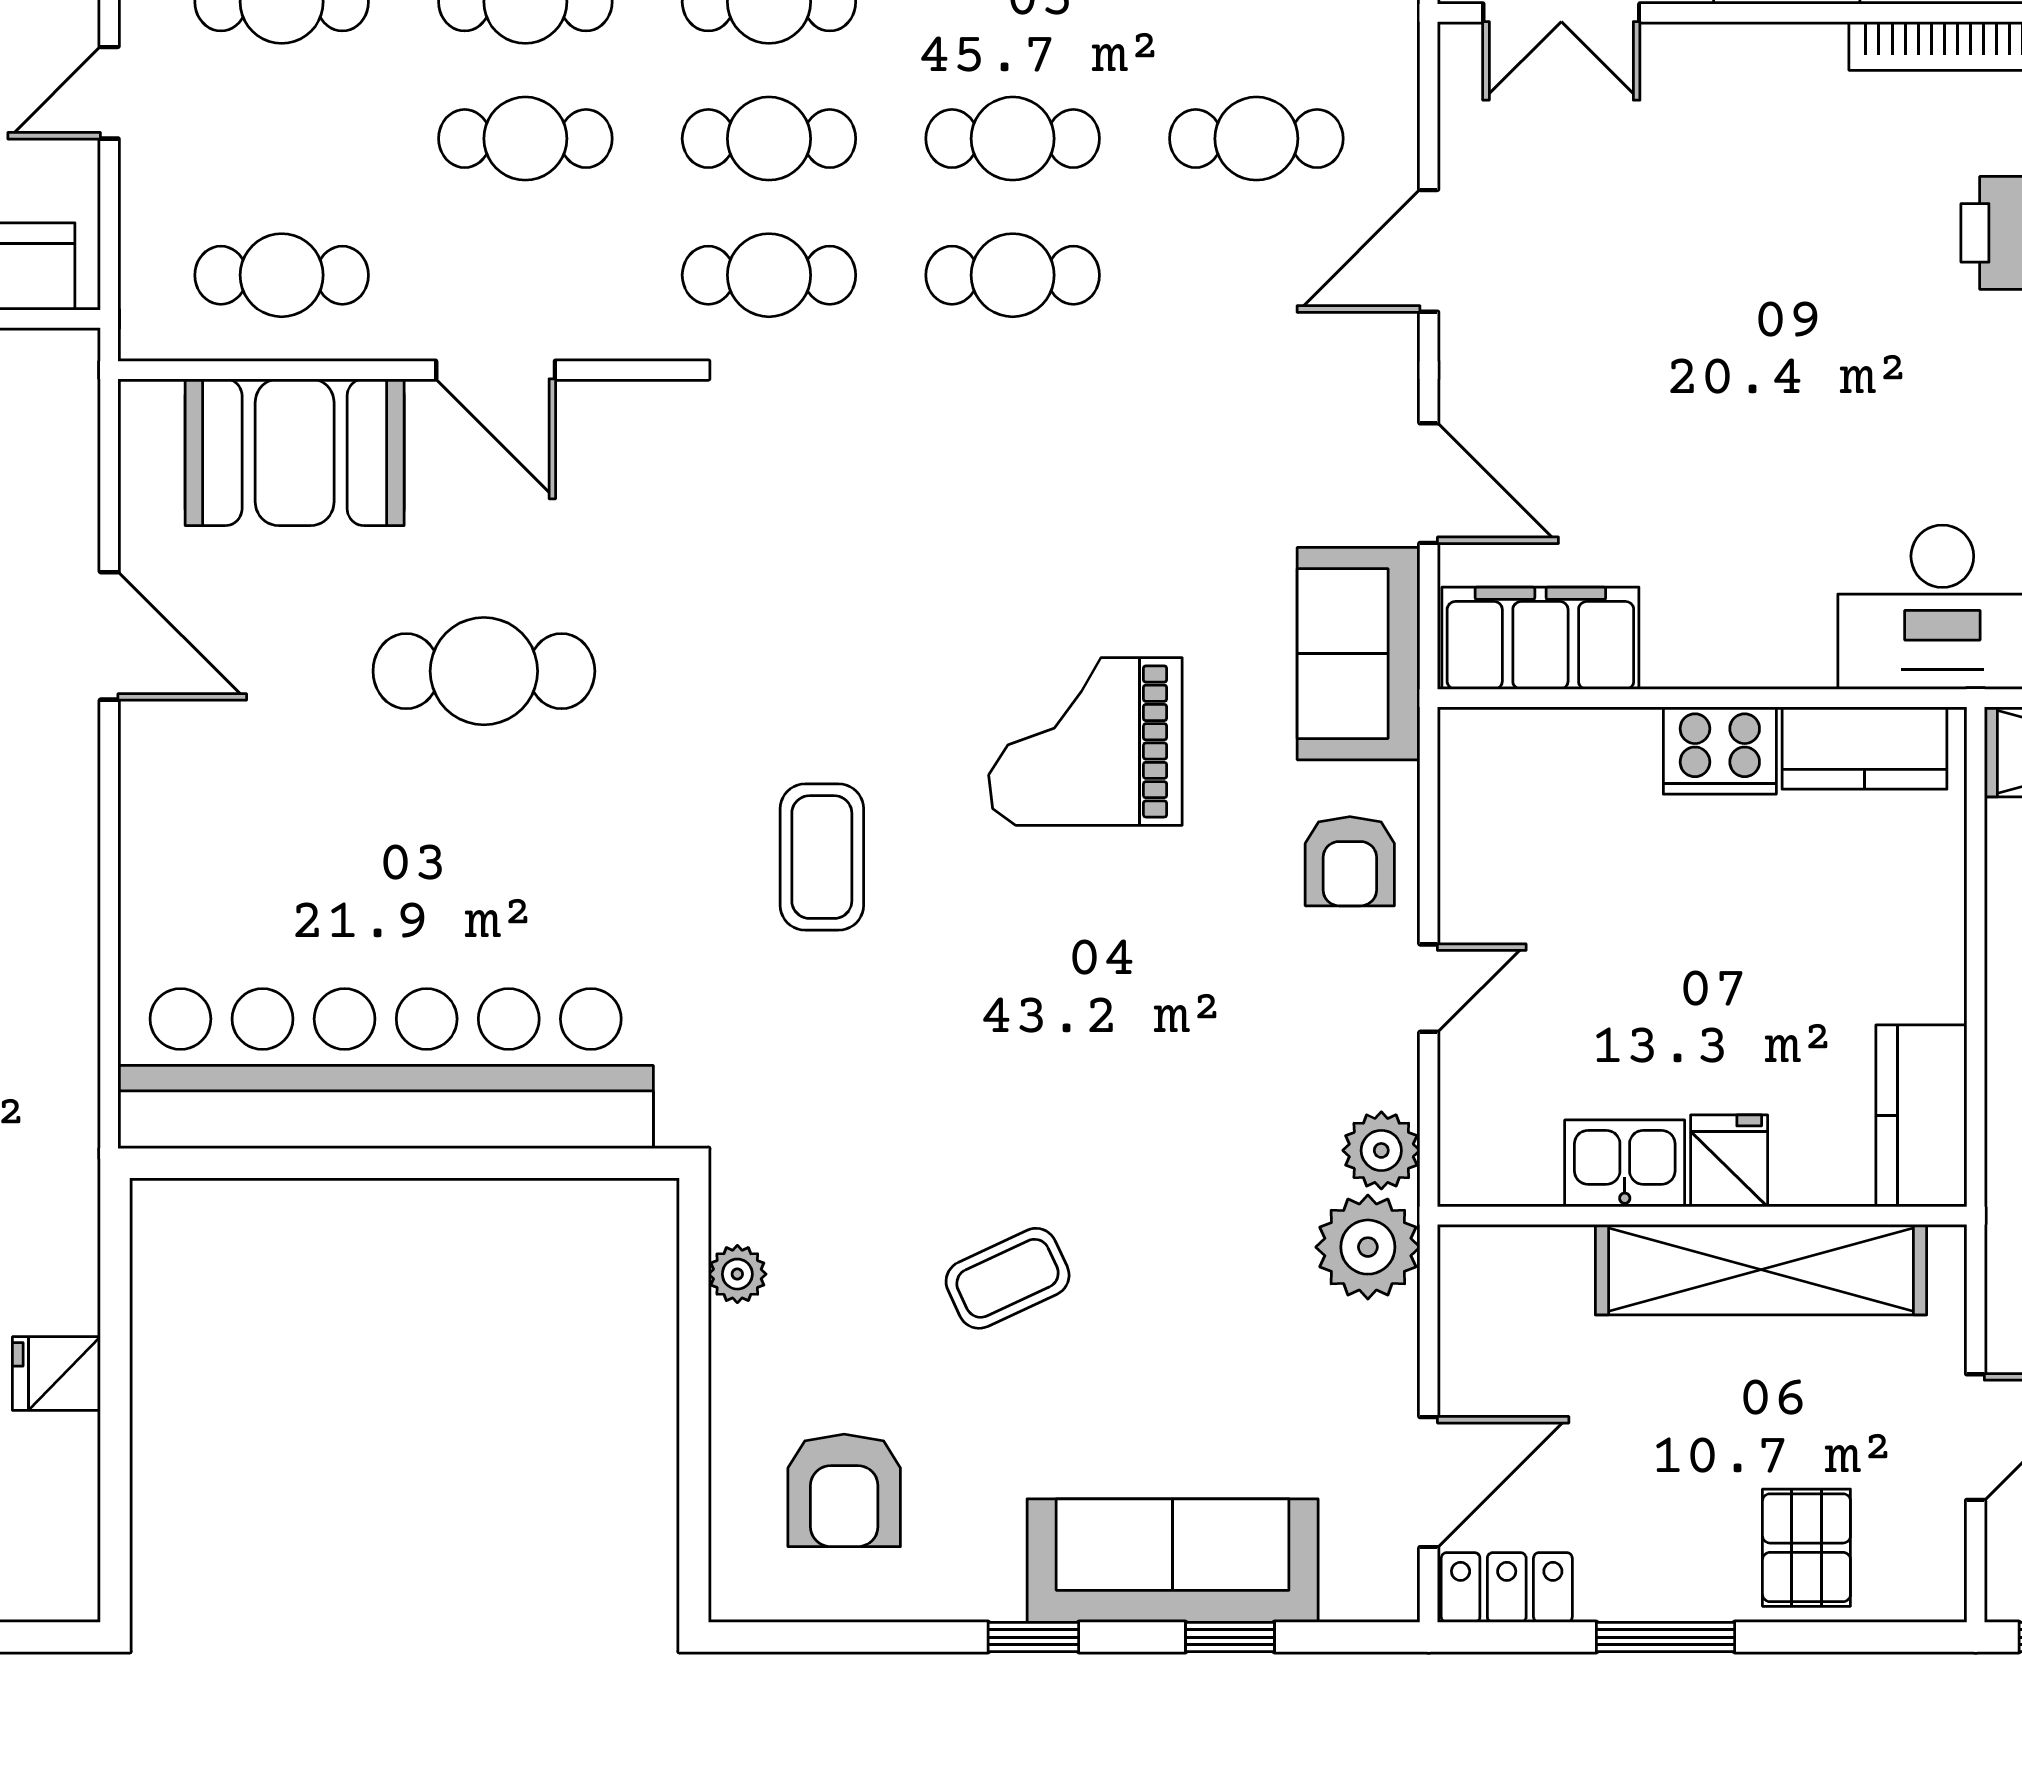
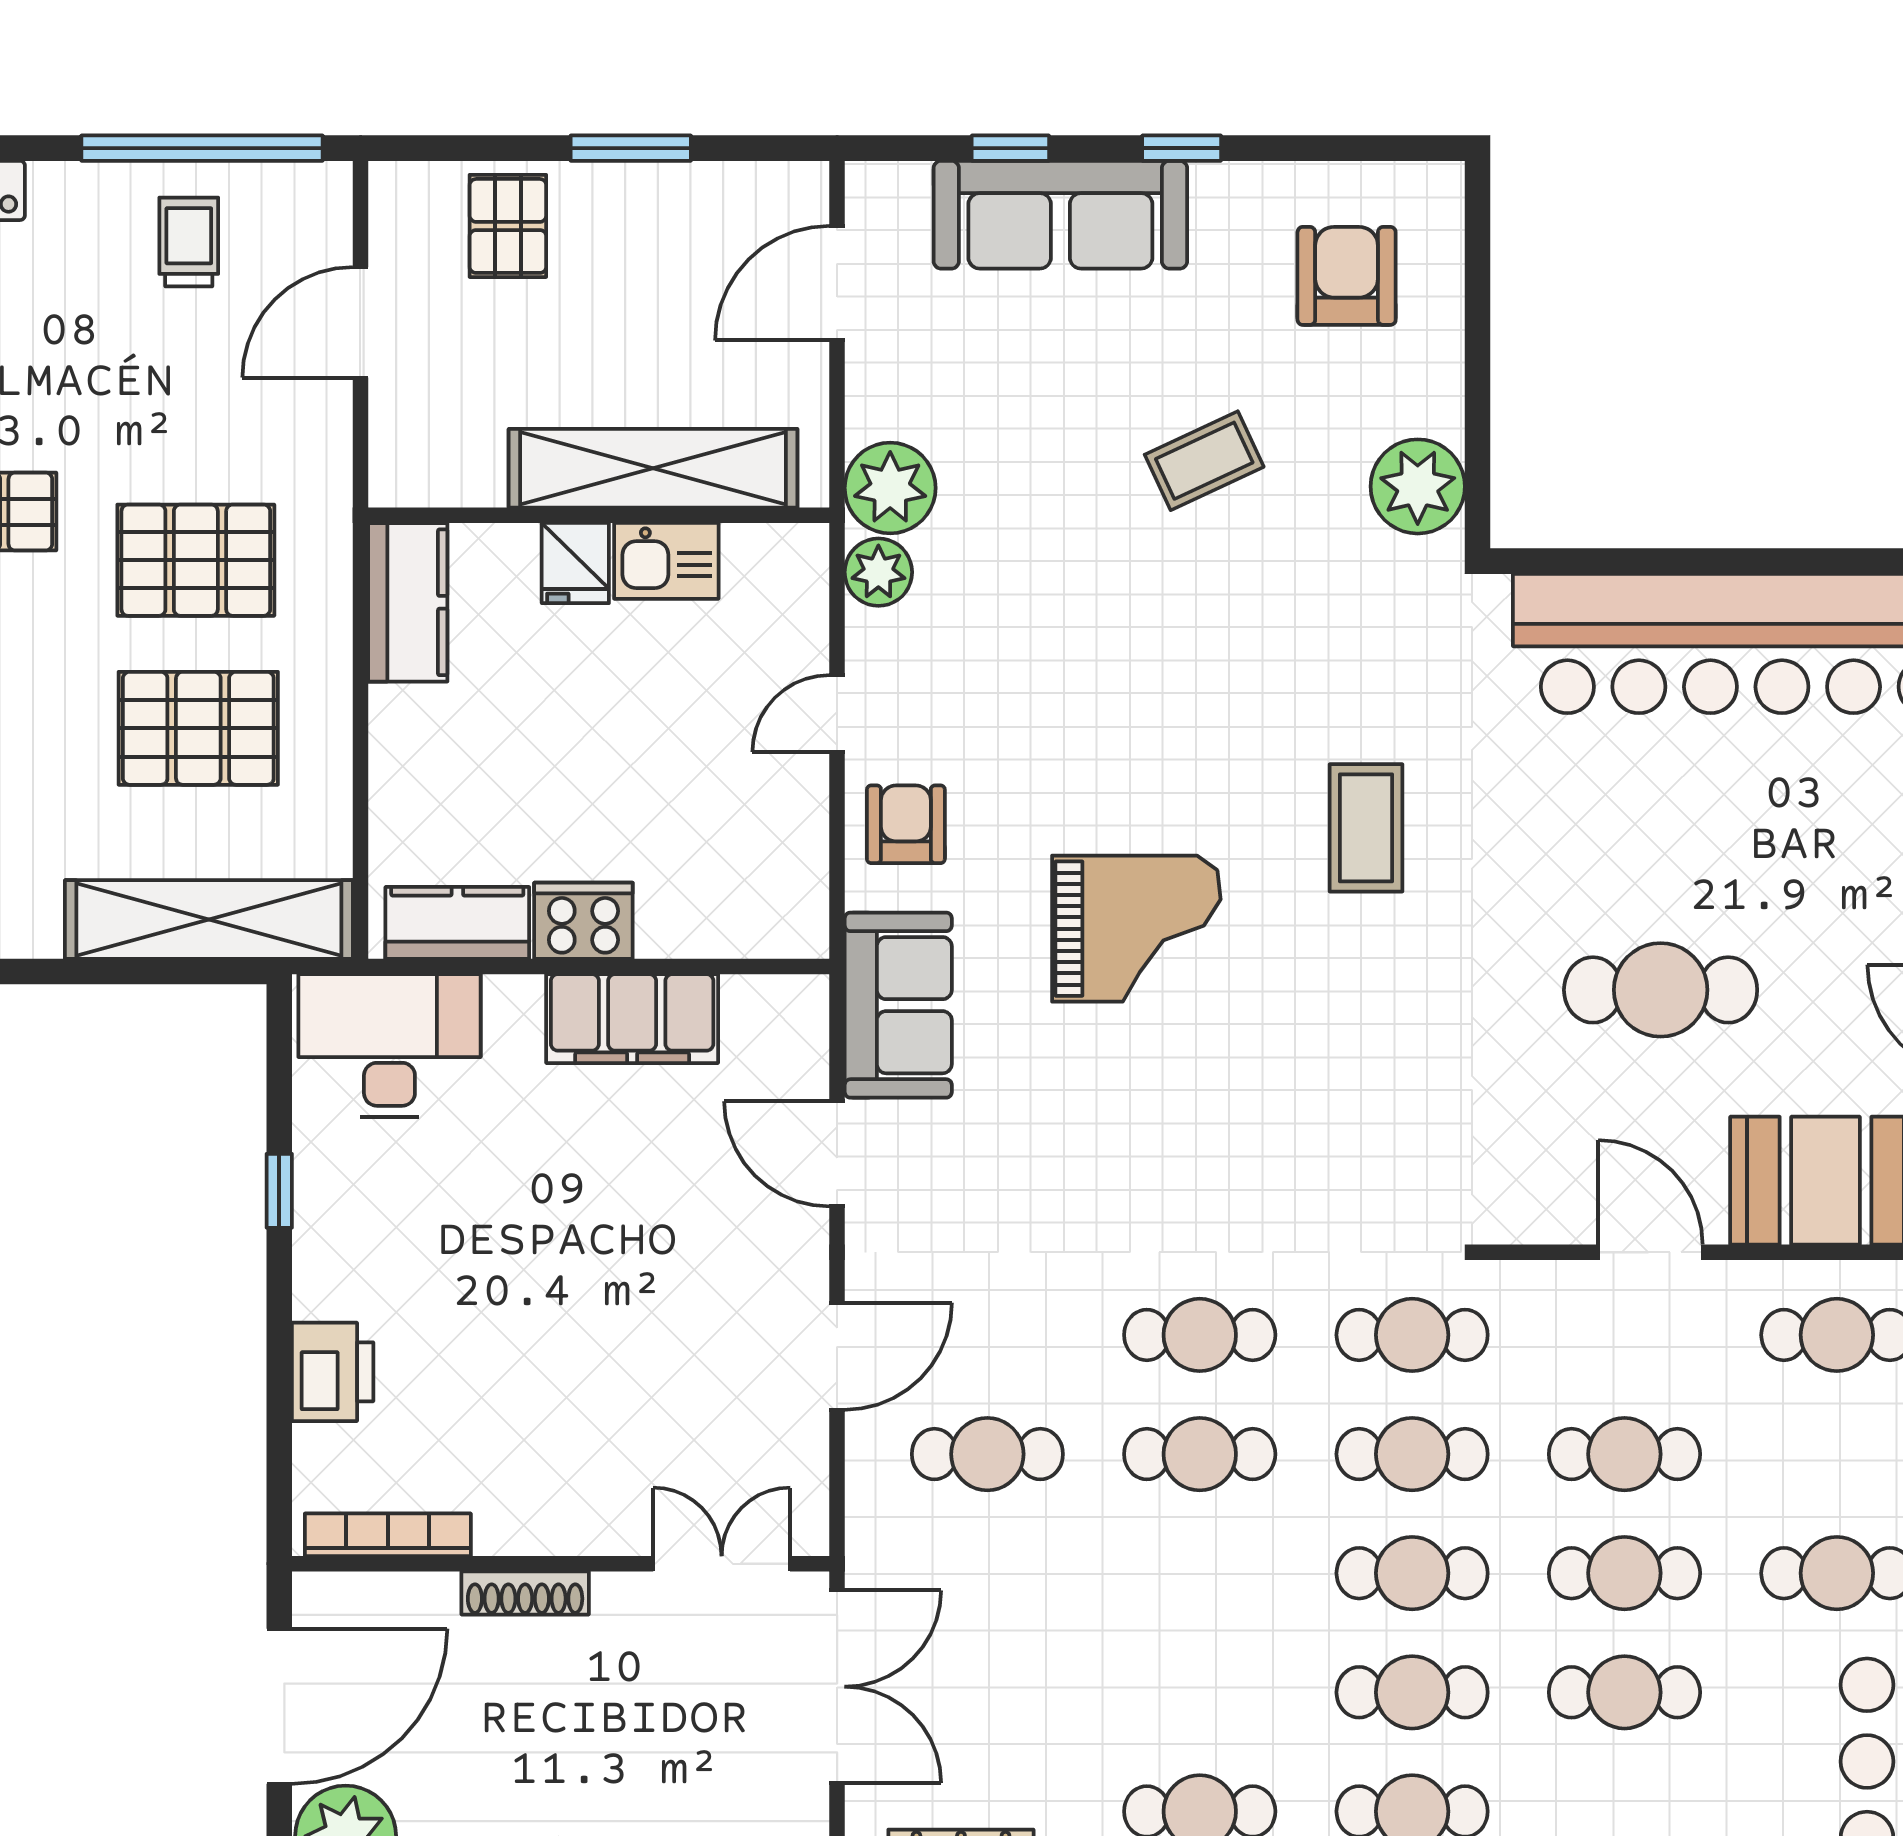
filing cabinet: (1540, 638) -> (632, 1019), moved
shelving: (1761, 1270) -> (653, 468), moved
plant: (737, 1274) -> (1418, 486), width x1.88, depth x1.88
locker: (1507, 1587) -> (769, 191), removed

